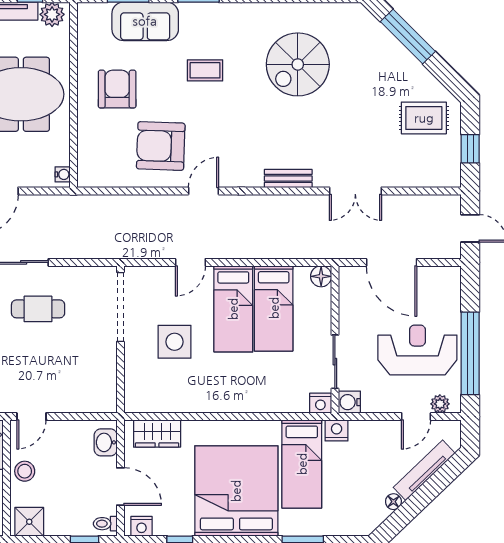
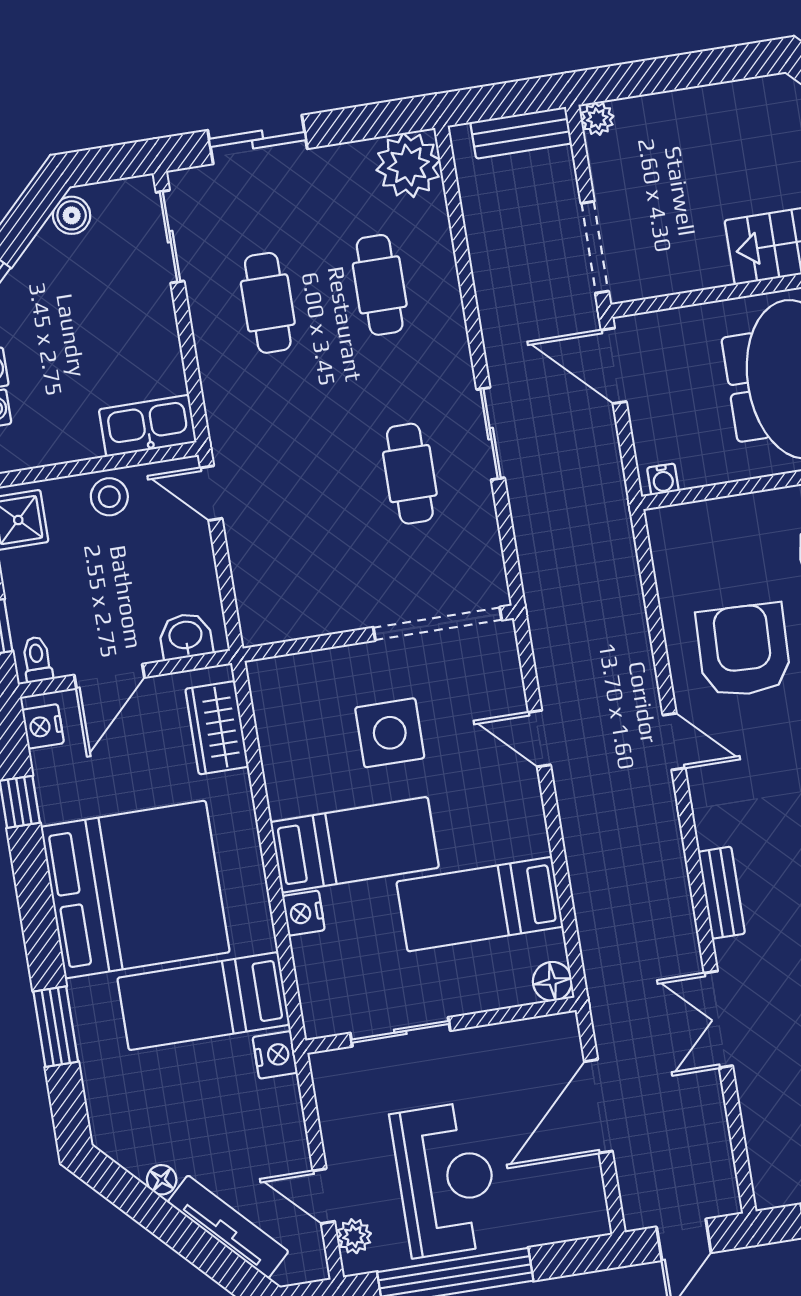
bed: (233, 309) -> (355, 845), moved, turned 180
water cooler: (349, 402) -> (331, 1070), removed
nightstand: (320, 403) -> (303, 913), moved

